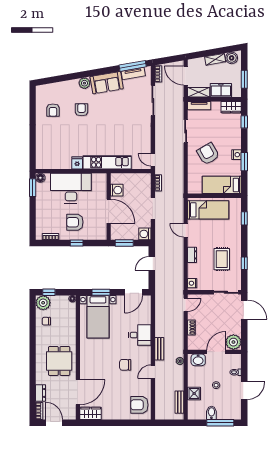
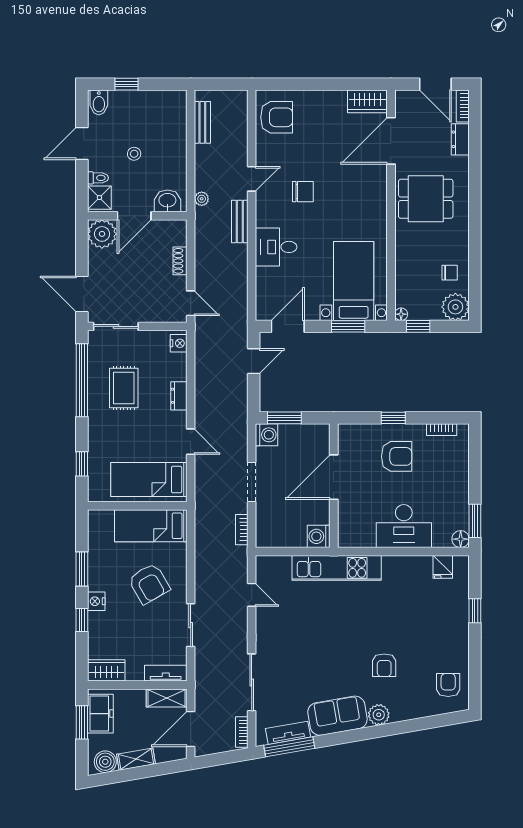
door: (186, 76) -> (191, 729), swing flipped
freezer: (221, 90) -> (100, 714), moved, turned -90
armchair: (53, 110) -> (448, 685), moved
window: (244, 122) -> (82, 620), moved
window: (33, 139) -> (475, 611), added
nightstand: (237, 155) -> (96, 601), moved
door: (153, 160) -> (252, 595), moved
fridge: (77, 163) -> (443, 567), moved
bed: (222, 185) -> (151, 526), moved, turned 180
desk: (71, 188) -> (404, 526), width x0.73, depth x0.77
washing machine: (117, 190) -> (319, 536), moved
door: (109, 211) -> (334, 477), hinge flipped
window: (124, 243) -> (284, 418), moved
door: (152, 263) -> (254, 361), moved
window: (244, 263) -> (82, 380), width x3.17
window: (49, 292) -> (418, 326), moved
door: (186, 305) -> (191, 303), swing flipped
dining table: (59, 361) -> (426, 199), turned 90
shower: (194, 393) -> (99, 198), moved
bidet: (211, 413) -> (99, 102), moved
window: (220, 423) -> (126, 84), width x0.46

